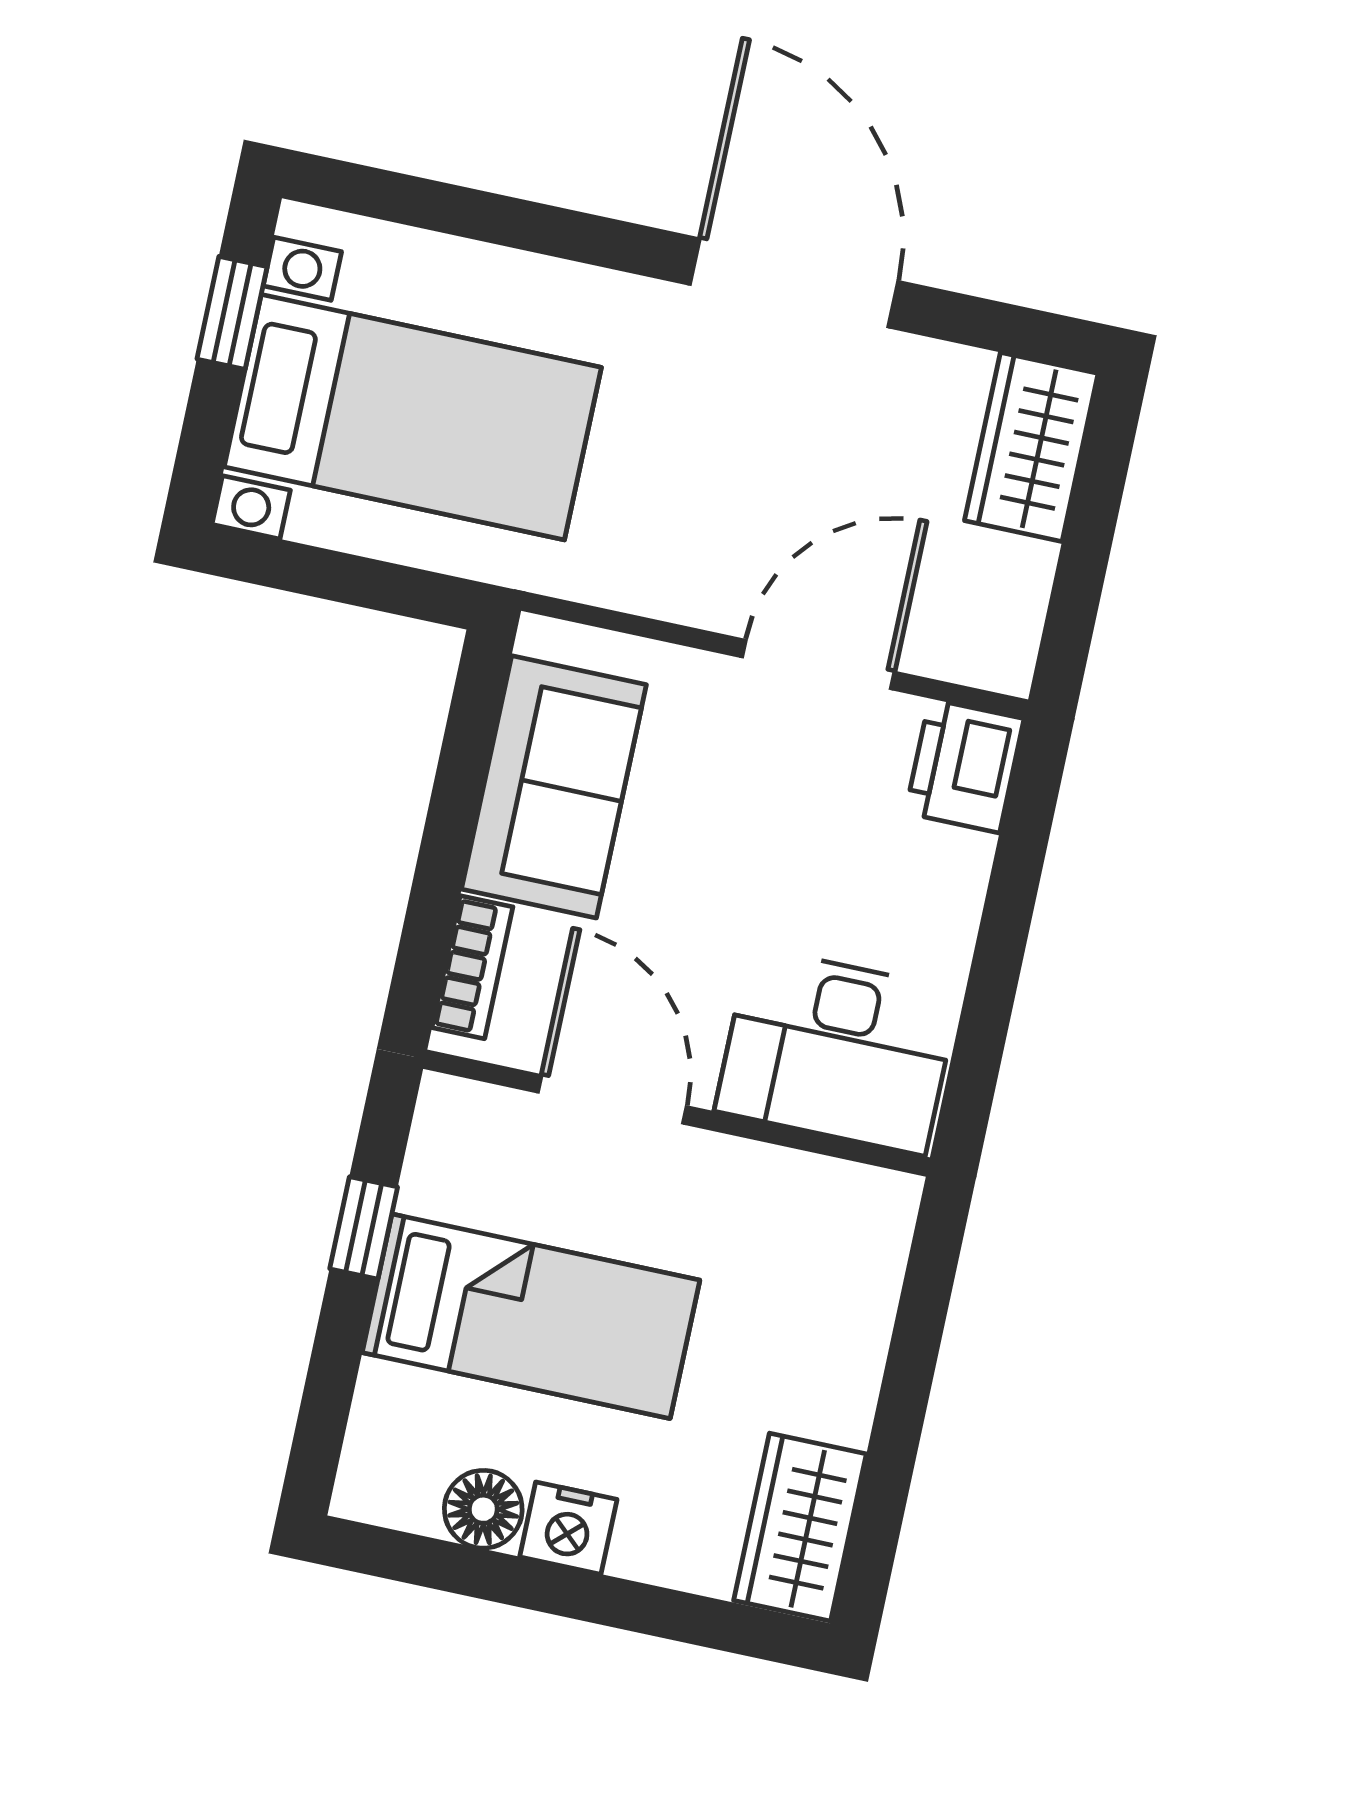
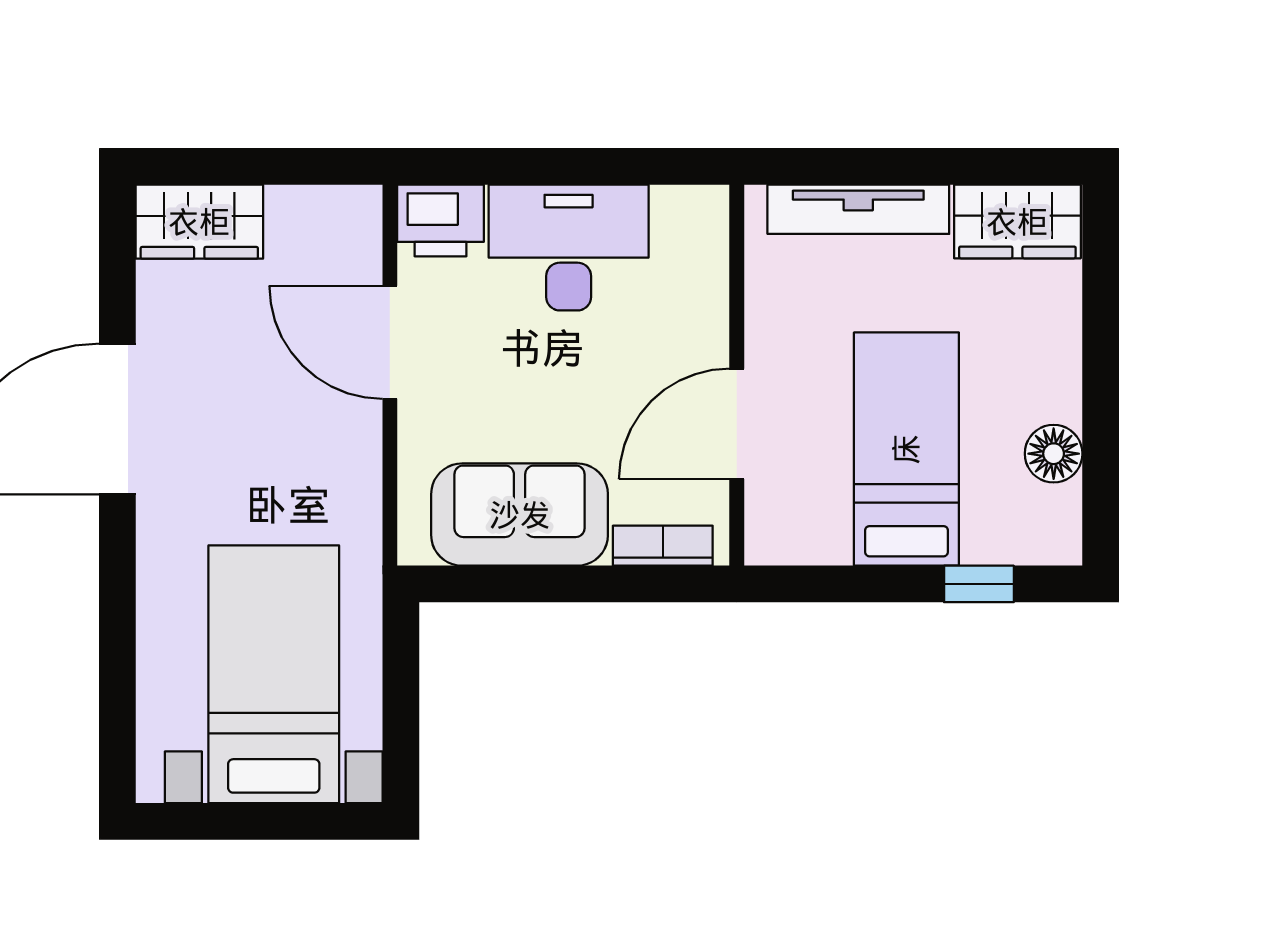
window: (232, 313) -> (226, 821), removed
desk: (837, 1051) -> (569, 248), moved, turned -90
window: (364, 1228) -> (979, 584), moved
tv unit: (861, 1321) -> (858, 209), added
nightstand: (568, 1528) -> (1054, 389), removed

